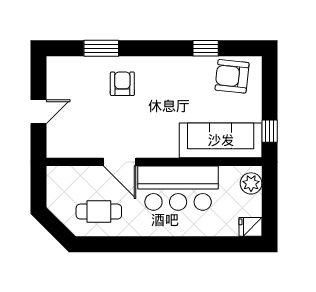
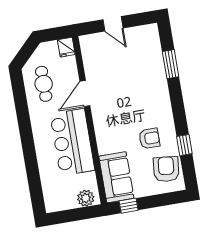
armchair: (122, 84) -> (149, 138), moved
sofa: (221, 140) -> (116, 177), width x0.73
fridge: (250, 227) -> (66, 47), moved, turned 180

